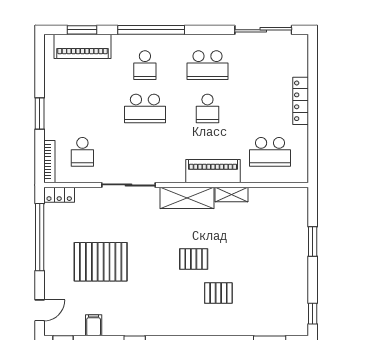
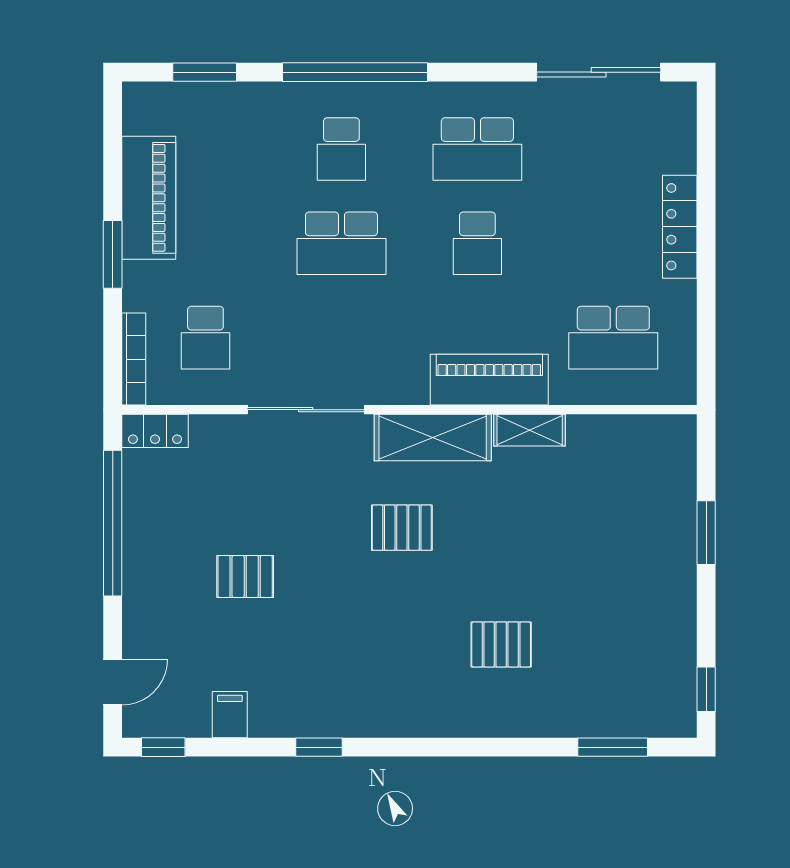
piano: (83, 46) -> (149, 198), moved, turned -90
pallet: (194, 259) -> (402, 528), moved
pallet: (101, 262) -> (245, 576), width x0.49, depth x0.50

